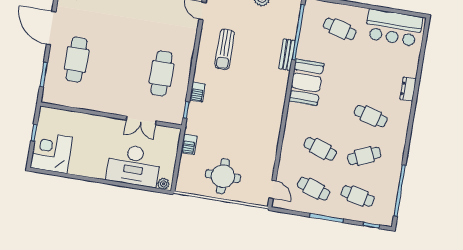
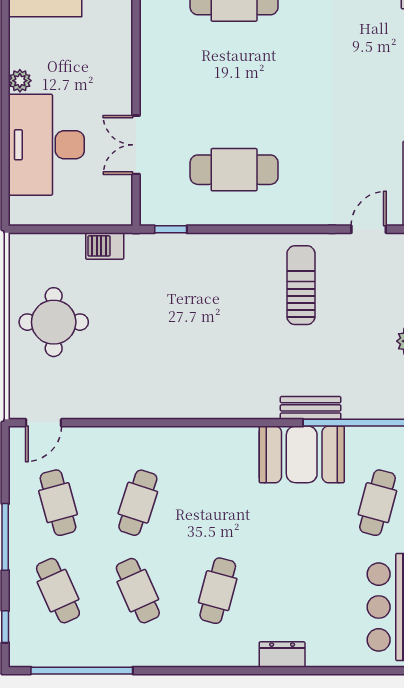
sun lounger: (225, 49) -> (301, 285), turned 90
booth: (306, 82) -> (302, 454), moved
barbecue: (197, 92) -> (209, 246), removed
plant: (164, 184) -> (20, 81), moved
cafe table: (314, 189) -> (58, 503), turned -33
cafe table: (358, 196) -> (58, 591), turned -36

